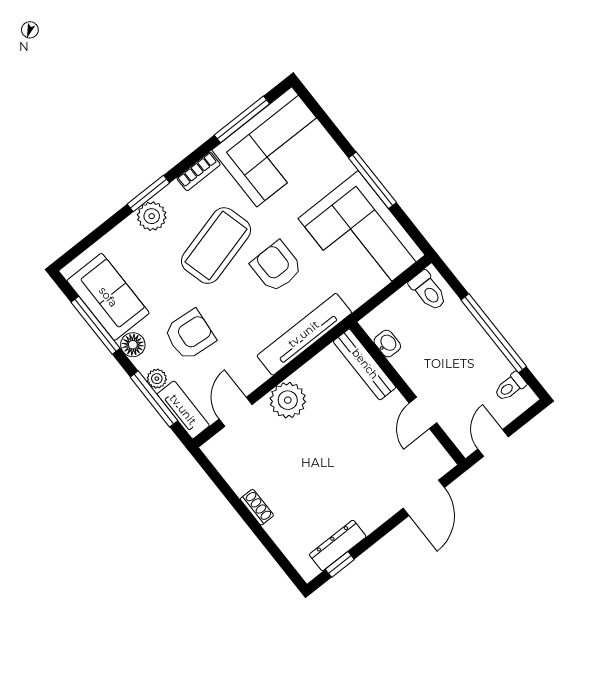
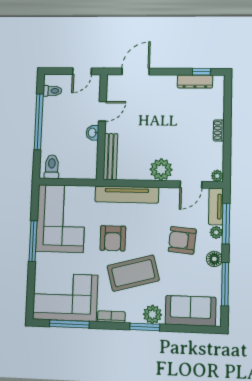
sofa: (108, 297) -> (191, 311), moved, turned 90
washbasin: (387, 344) -> (92, 133), moved
plant: (212, 449) -> (217, 176), added

